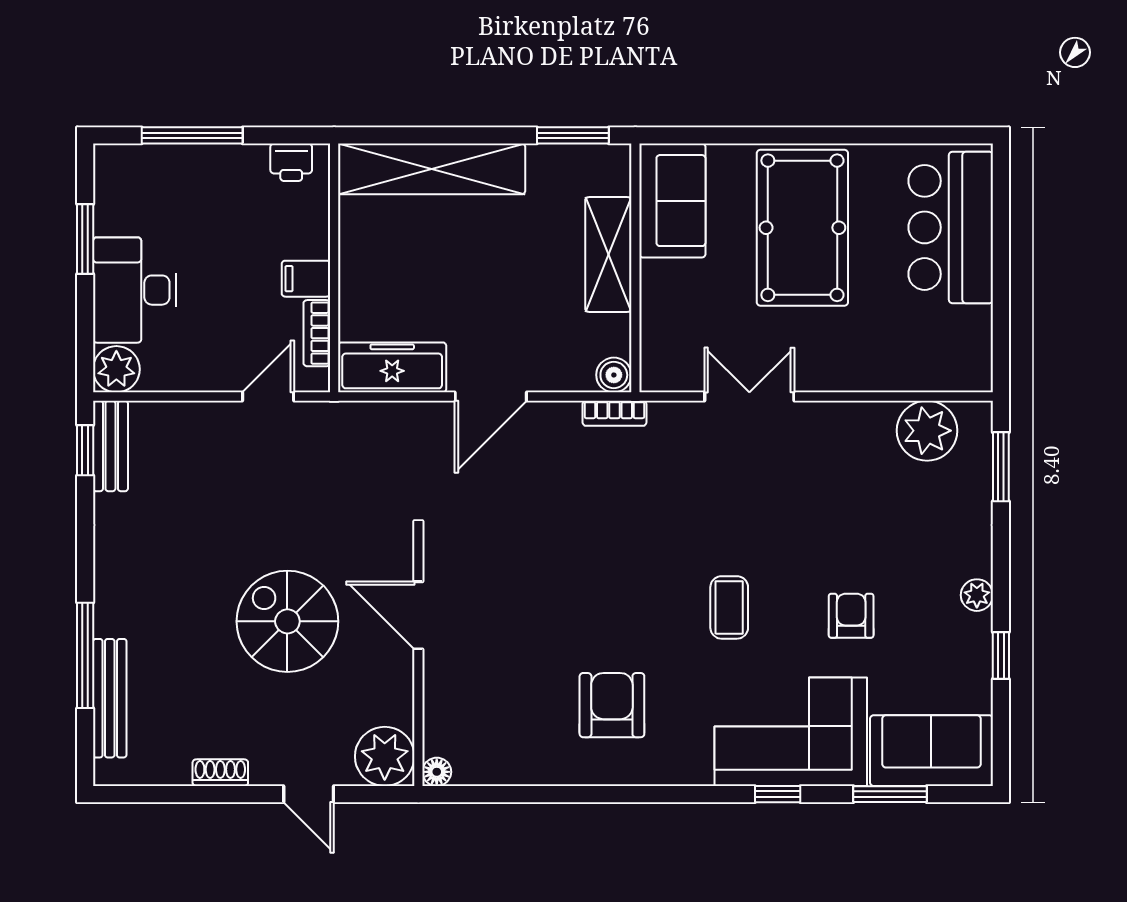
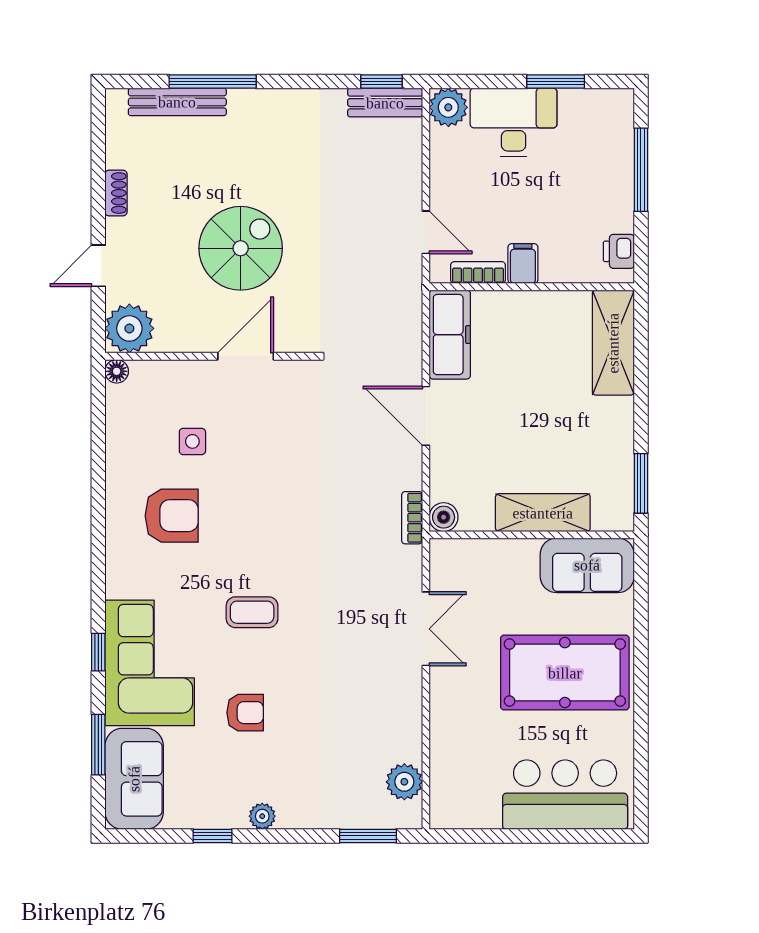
shelving: (432, 169) -> (613, 343), width x0.68
plant: (927, 431) -> (404, 782), width x0.73, depth x0.73
side table: (522, 680) -> (192, 441), added

